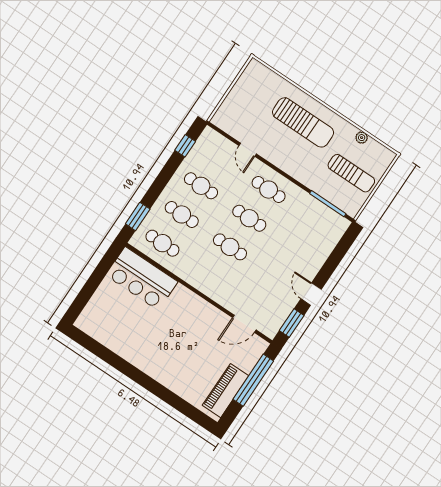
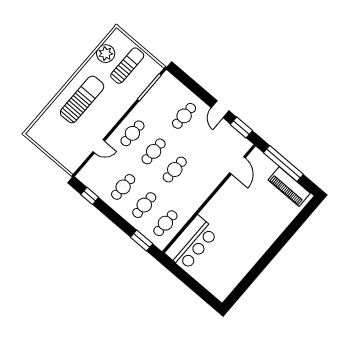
plant: (362, 138) -> (106, 54), width x1.88, depth x1.88
cafe table: (298, 251) -> (184, 116), added
door: (311, 294) -> (220, 109), hinge flipped

